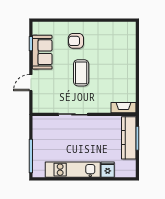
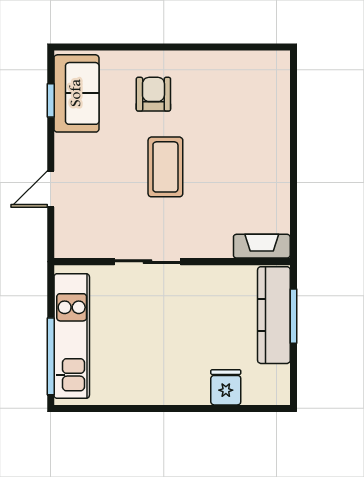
armchair: (76, 41) -> (153, 94), turned 90
sofa: (42, 52) -> (76, 93), moved
kitchen unit: (73, 170) -> (72, 336), moved, turned 90

